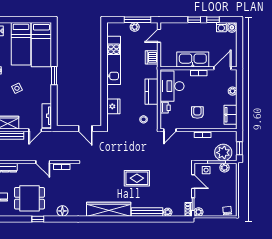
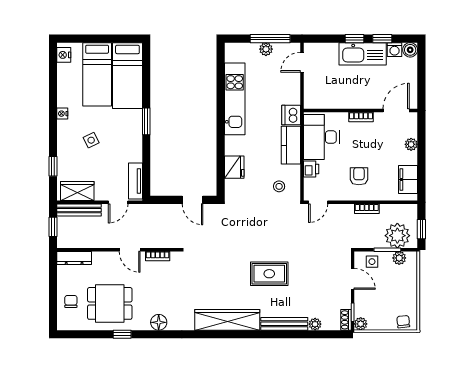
dishwasher: (152, 57) -> (291, 115), moved
kitchen sink: (193, 60) -> (363, 54), moved, turned 180

